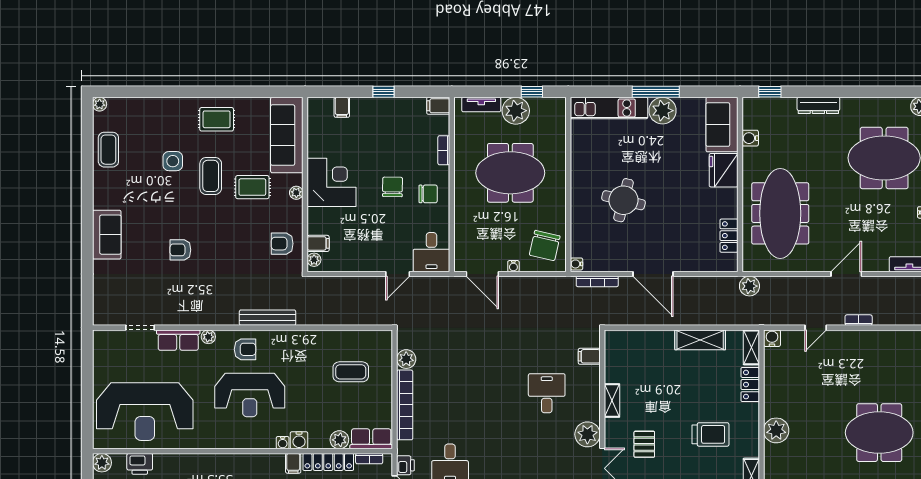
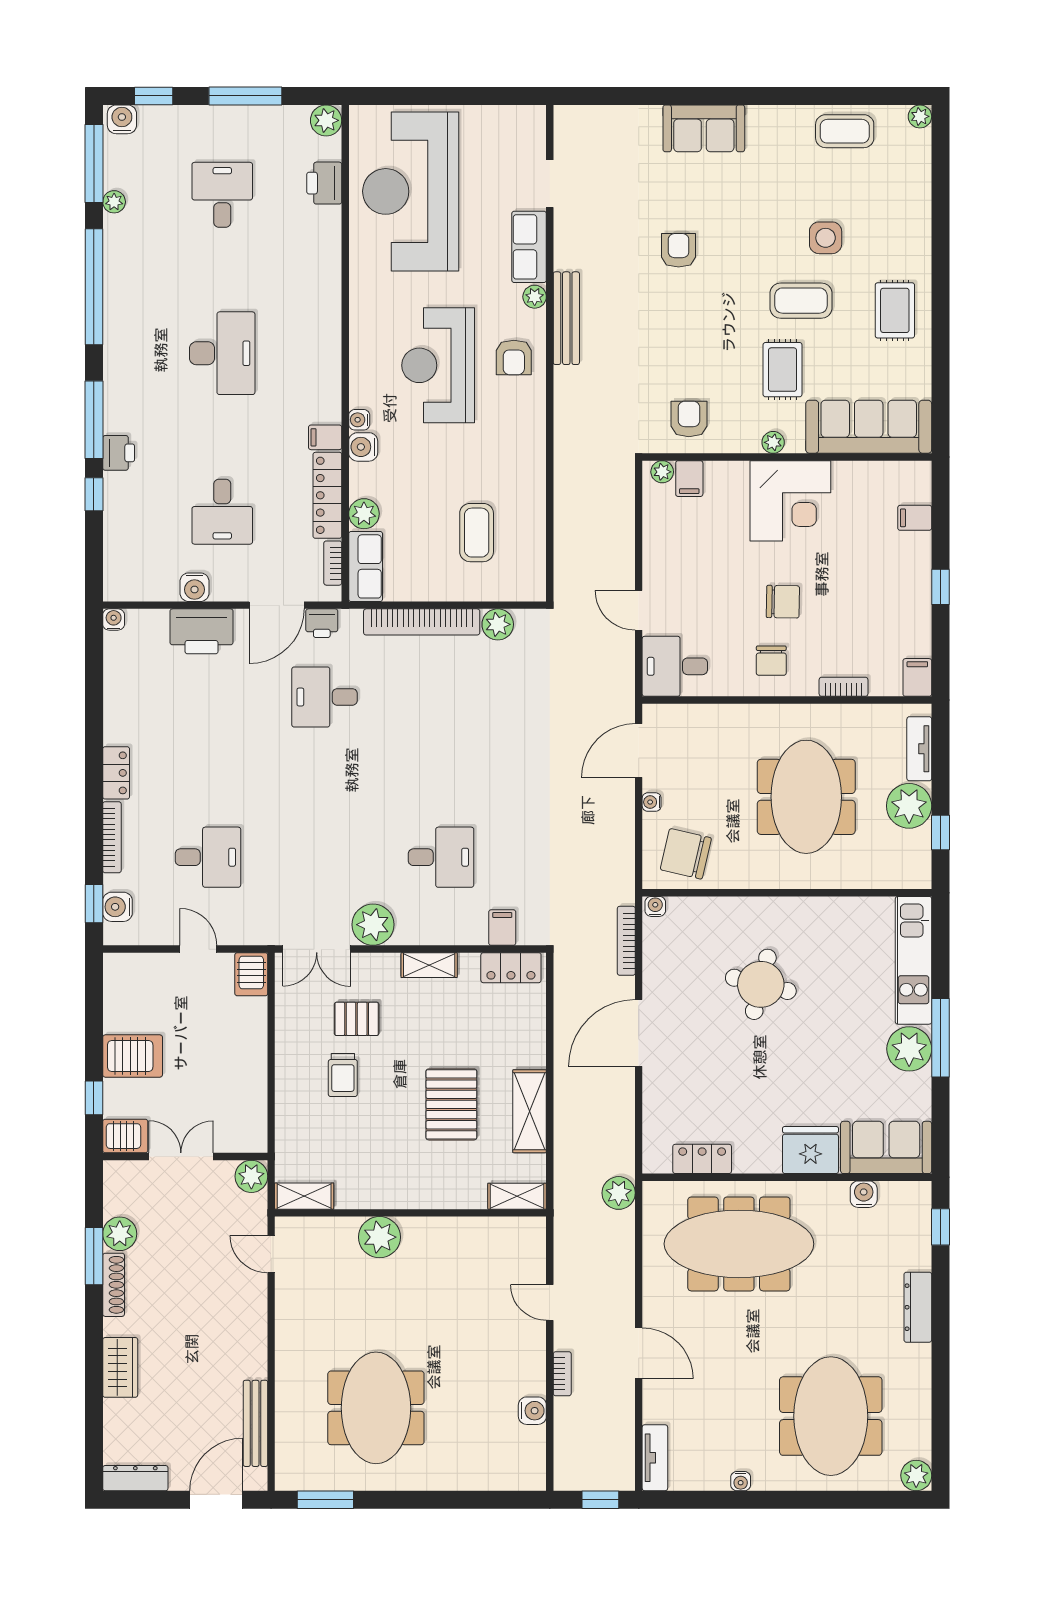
bench: (268, 318) -> (566, 318), moved
water cooler: (772, 338) -> (532, 1411), moved
locker: (750, 385) -> (511, 968), moved, turned 180
pallet: (696, 387) -> (451, 1104), added
trolley: (711, 434) -> (343, 1075), moved, width x0.73, depth x0.72

